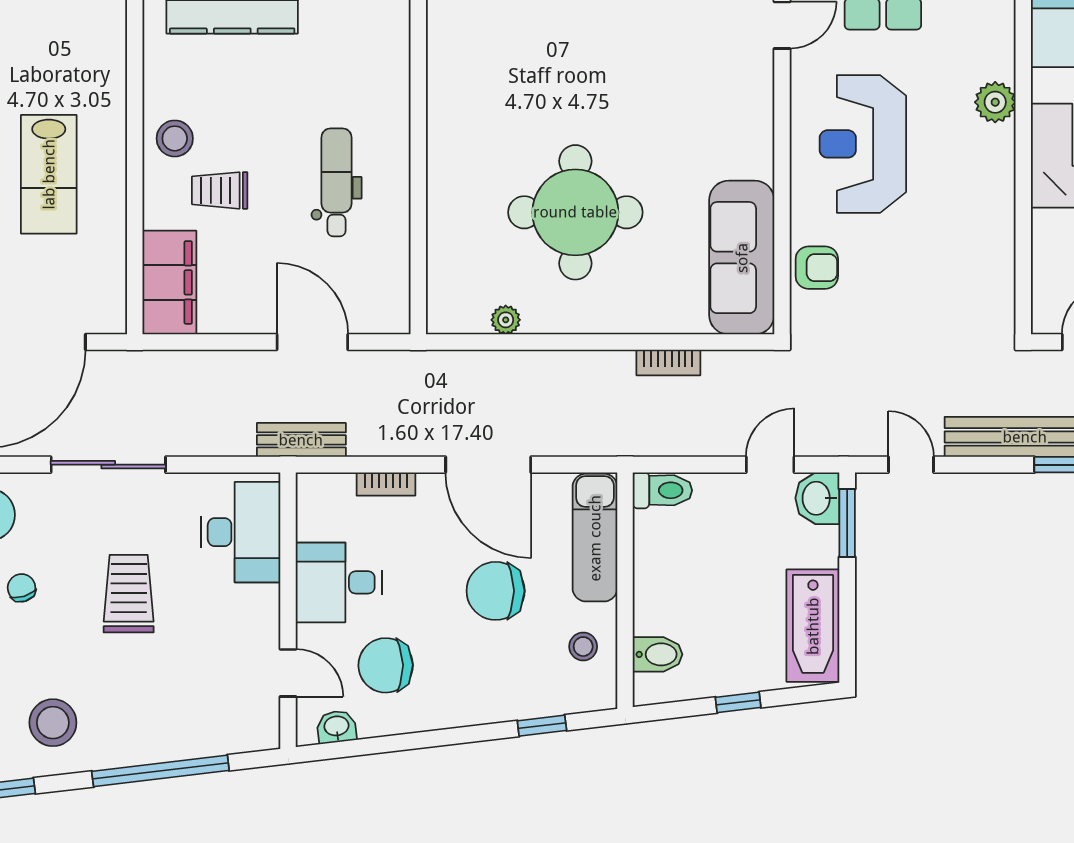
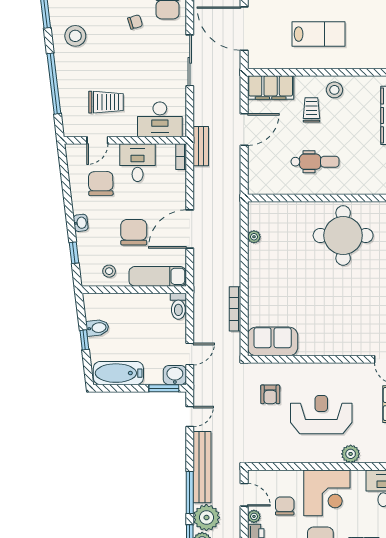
reception desk: (863, 144) -> (321, 415), moved
lab bench: (49, 174) -> (319, 34), turned 180
round table: (575, 212) -> (343, 235), moved
sofa: (742, 258) -> (273, 341), width x0.73
armchair: (817, 268) -> (270, 394), moved
door: (312, 342) -> (244, 129), moved
bookcase: (668, 363) -> (235, 309), width x1.56
door: (770, 465) -> (190, 354), hinge flipped
bookcase: (386, 484) -> (181, 157), moved
trolley: (129, 594) -> (106, 102), moved
bidet: (658, 654) -> (97, 328), moved, turned -97
washbasin: (337, 727) -> (81, 223), moved

